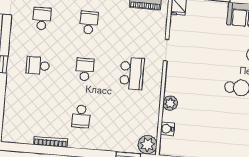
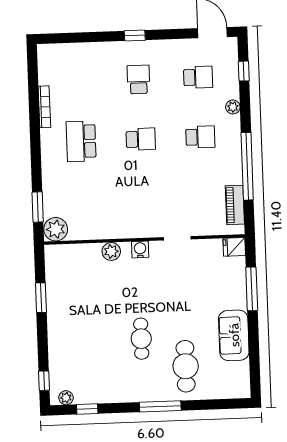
school desk: (132, 73) -> (143, 199), removed
school desk: (81, 116) -> (81, 141), width x1.85
water cooler: (167, 129) -> (140, 250), moved

